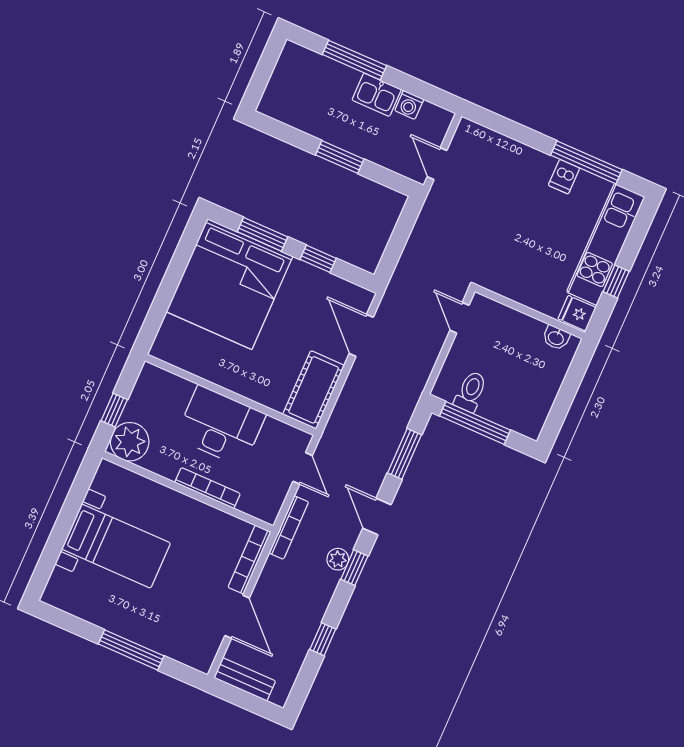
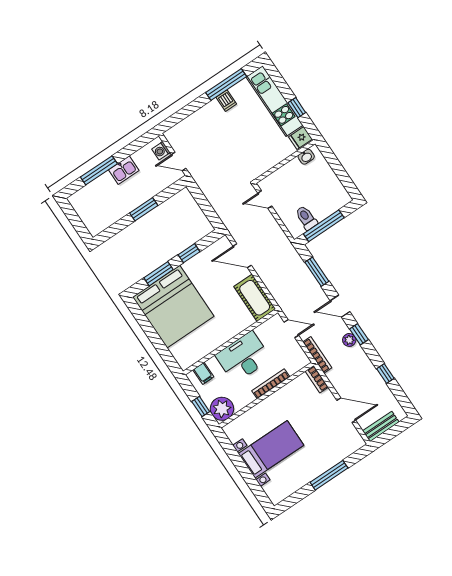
washing machine: (409, 105) -> (161, 151), moved, turned 90
filing cabinet: (163, 385) -> (203, 373), added
bookcase: (249, 560) -> (317, 379), width x0.64

